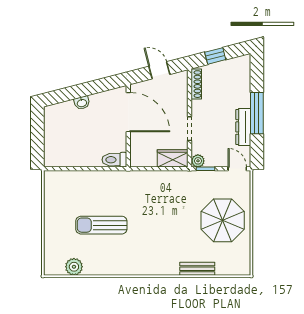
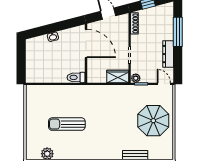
window: (257, 113) -> (178, 32), moved

